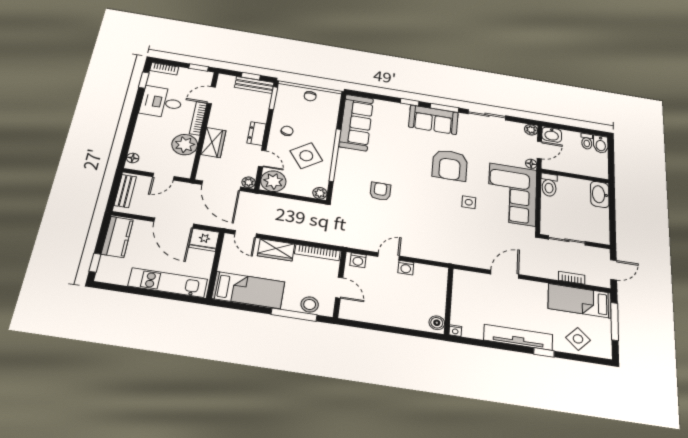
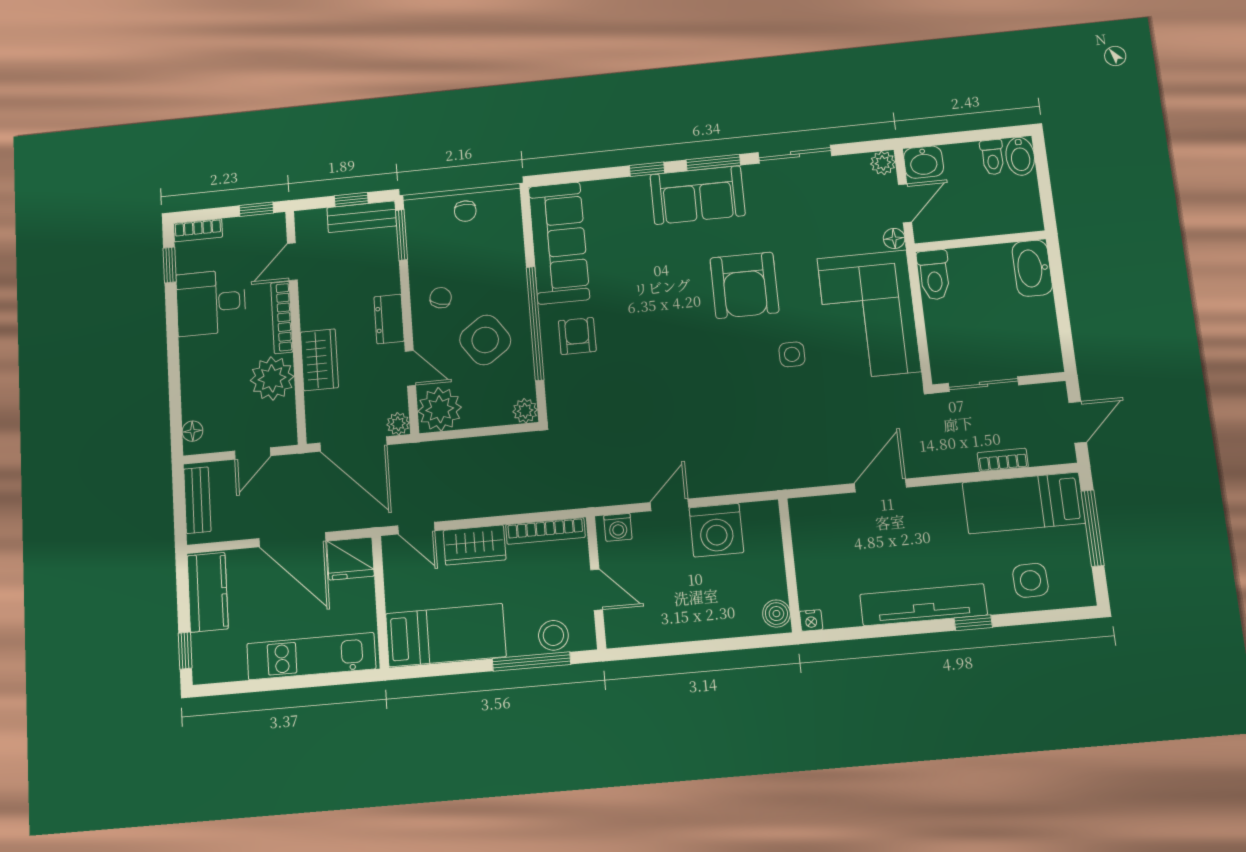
armchair: (380, 191) -> (577, 336), moved
washing machine: (406, 268) -> (716, 530), width x1.89, depth x1.89
side table: (578, 339) -> (1030, 580), turned 45

